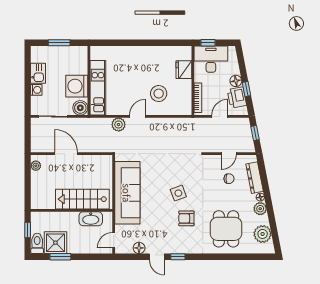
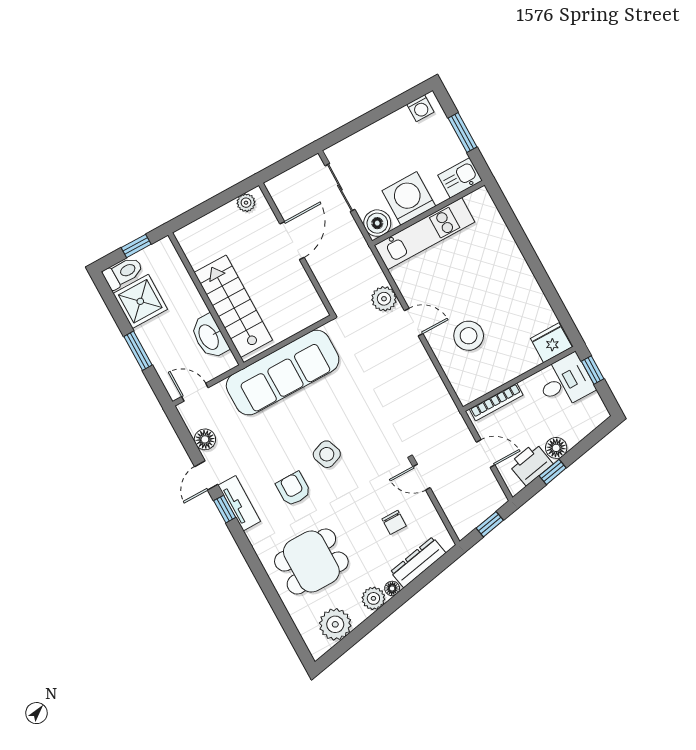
desk: (211, 59) -> (565, 382), width x0.73
fridge: (184, 70) -> (551, 343), moved
kitchen sink: (38, 73) -> (460, 178), moved, turned 180
washing machine: (36, 90) -> (420, 108), moved
door: (229, 154) -> (422, 477), moved
tv unit: (179, 248) -> (239, 503), added
window: (60, 257) -> (138, 351), moved

